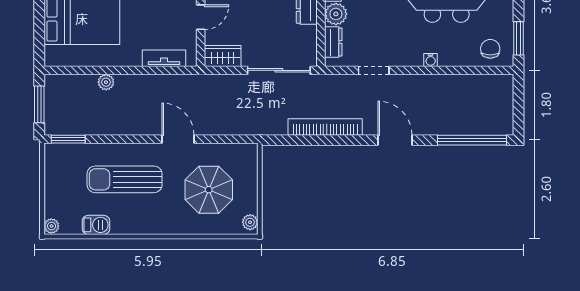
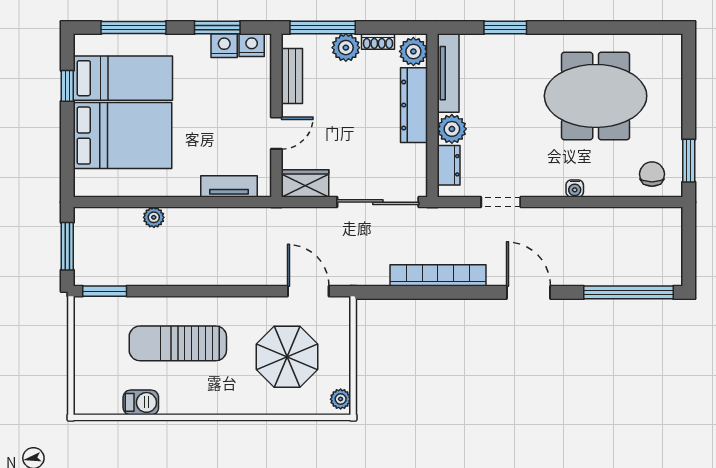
door: (178, 139) -> (308, 291), moved
plant: (51, 226) -> (83, 404), removed

